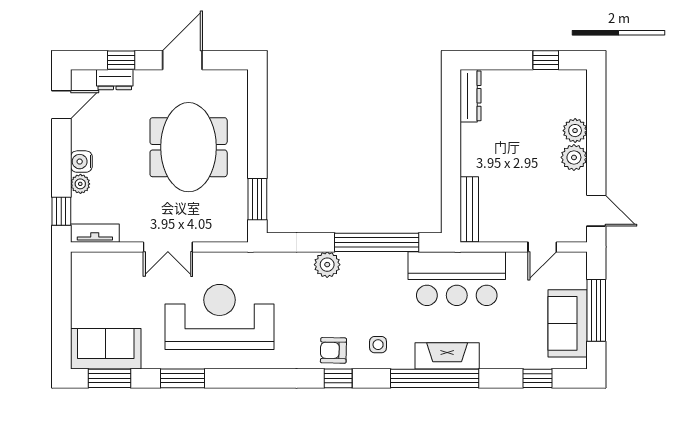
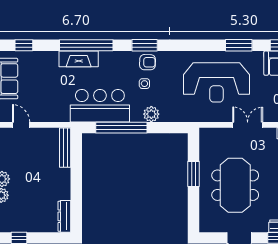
window: (257, 199) -> (194, 174), moved
door: (542, 247) -> (21, 125), hinge flipped
bar counter: (457, 279) -> (100, 106), moved
side table: (378, 345) -> (144, 84), moved
window: (338, 378) -> (145, 45), width x1.50

